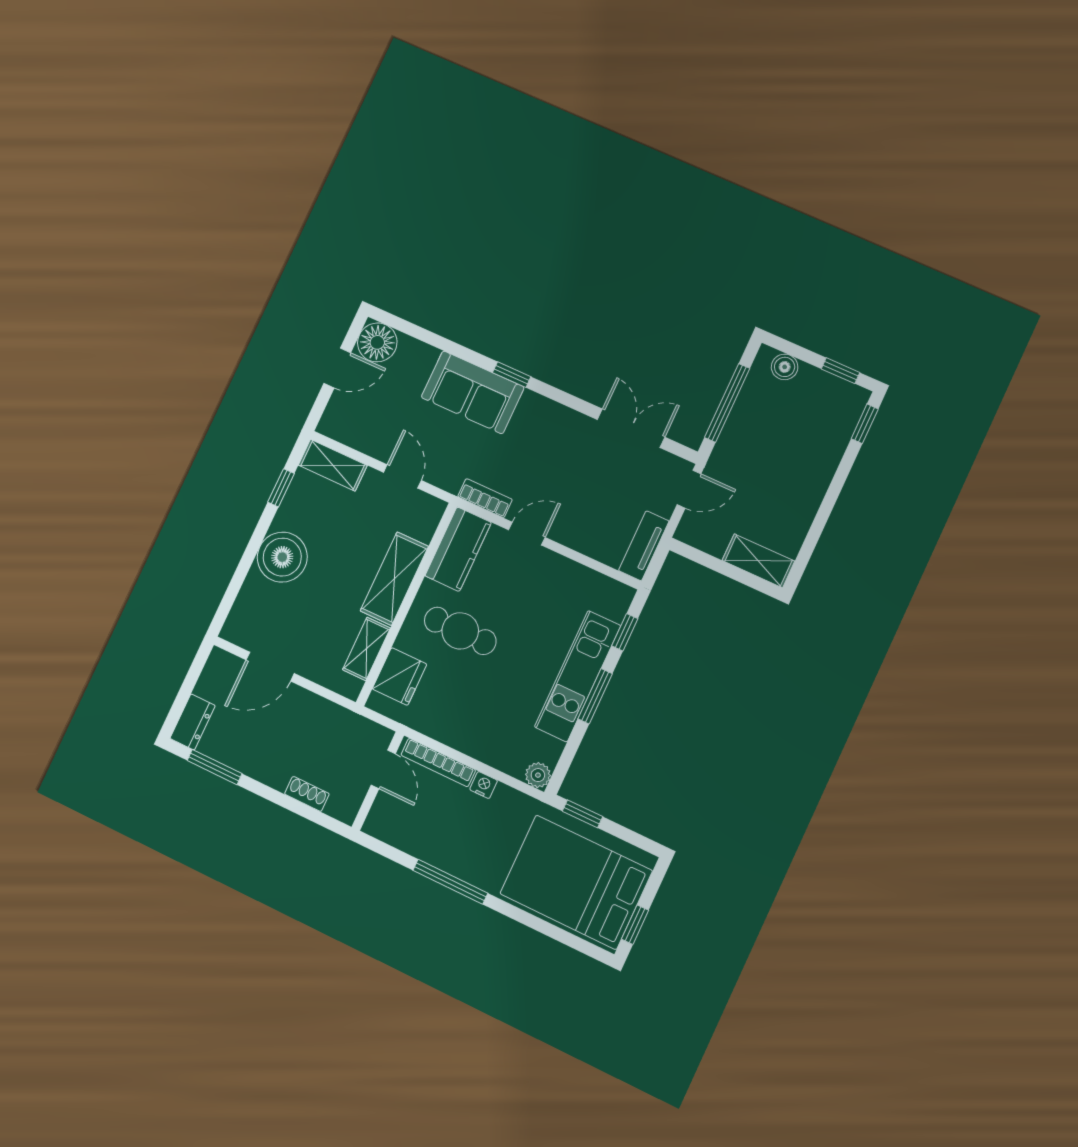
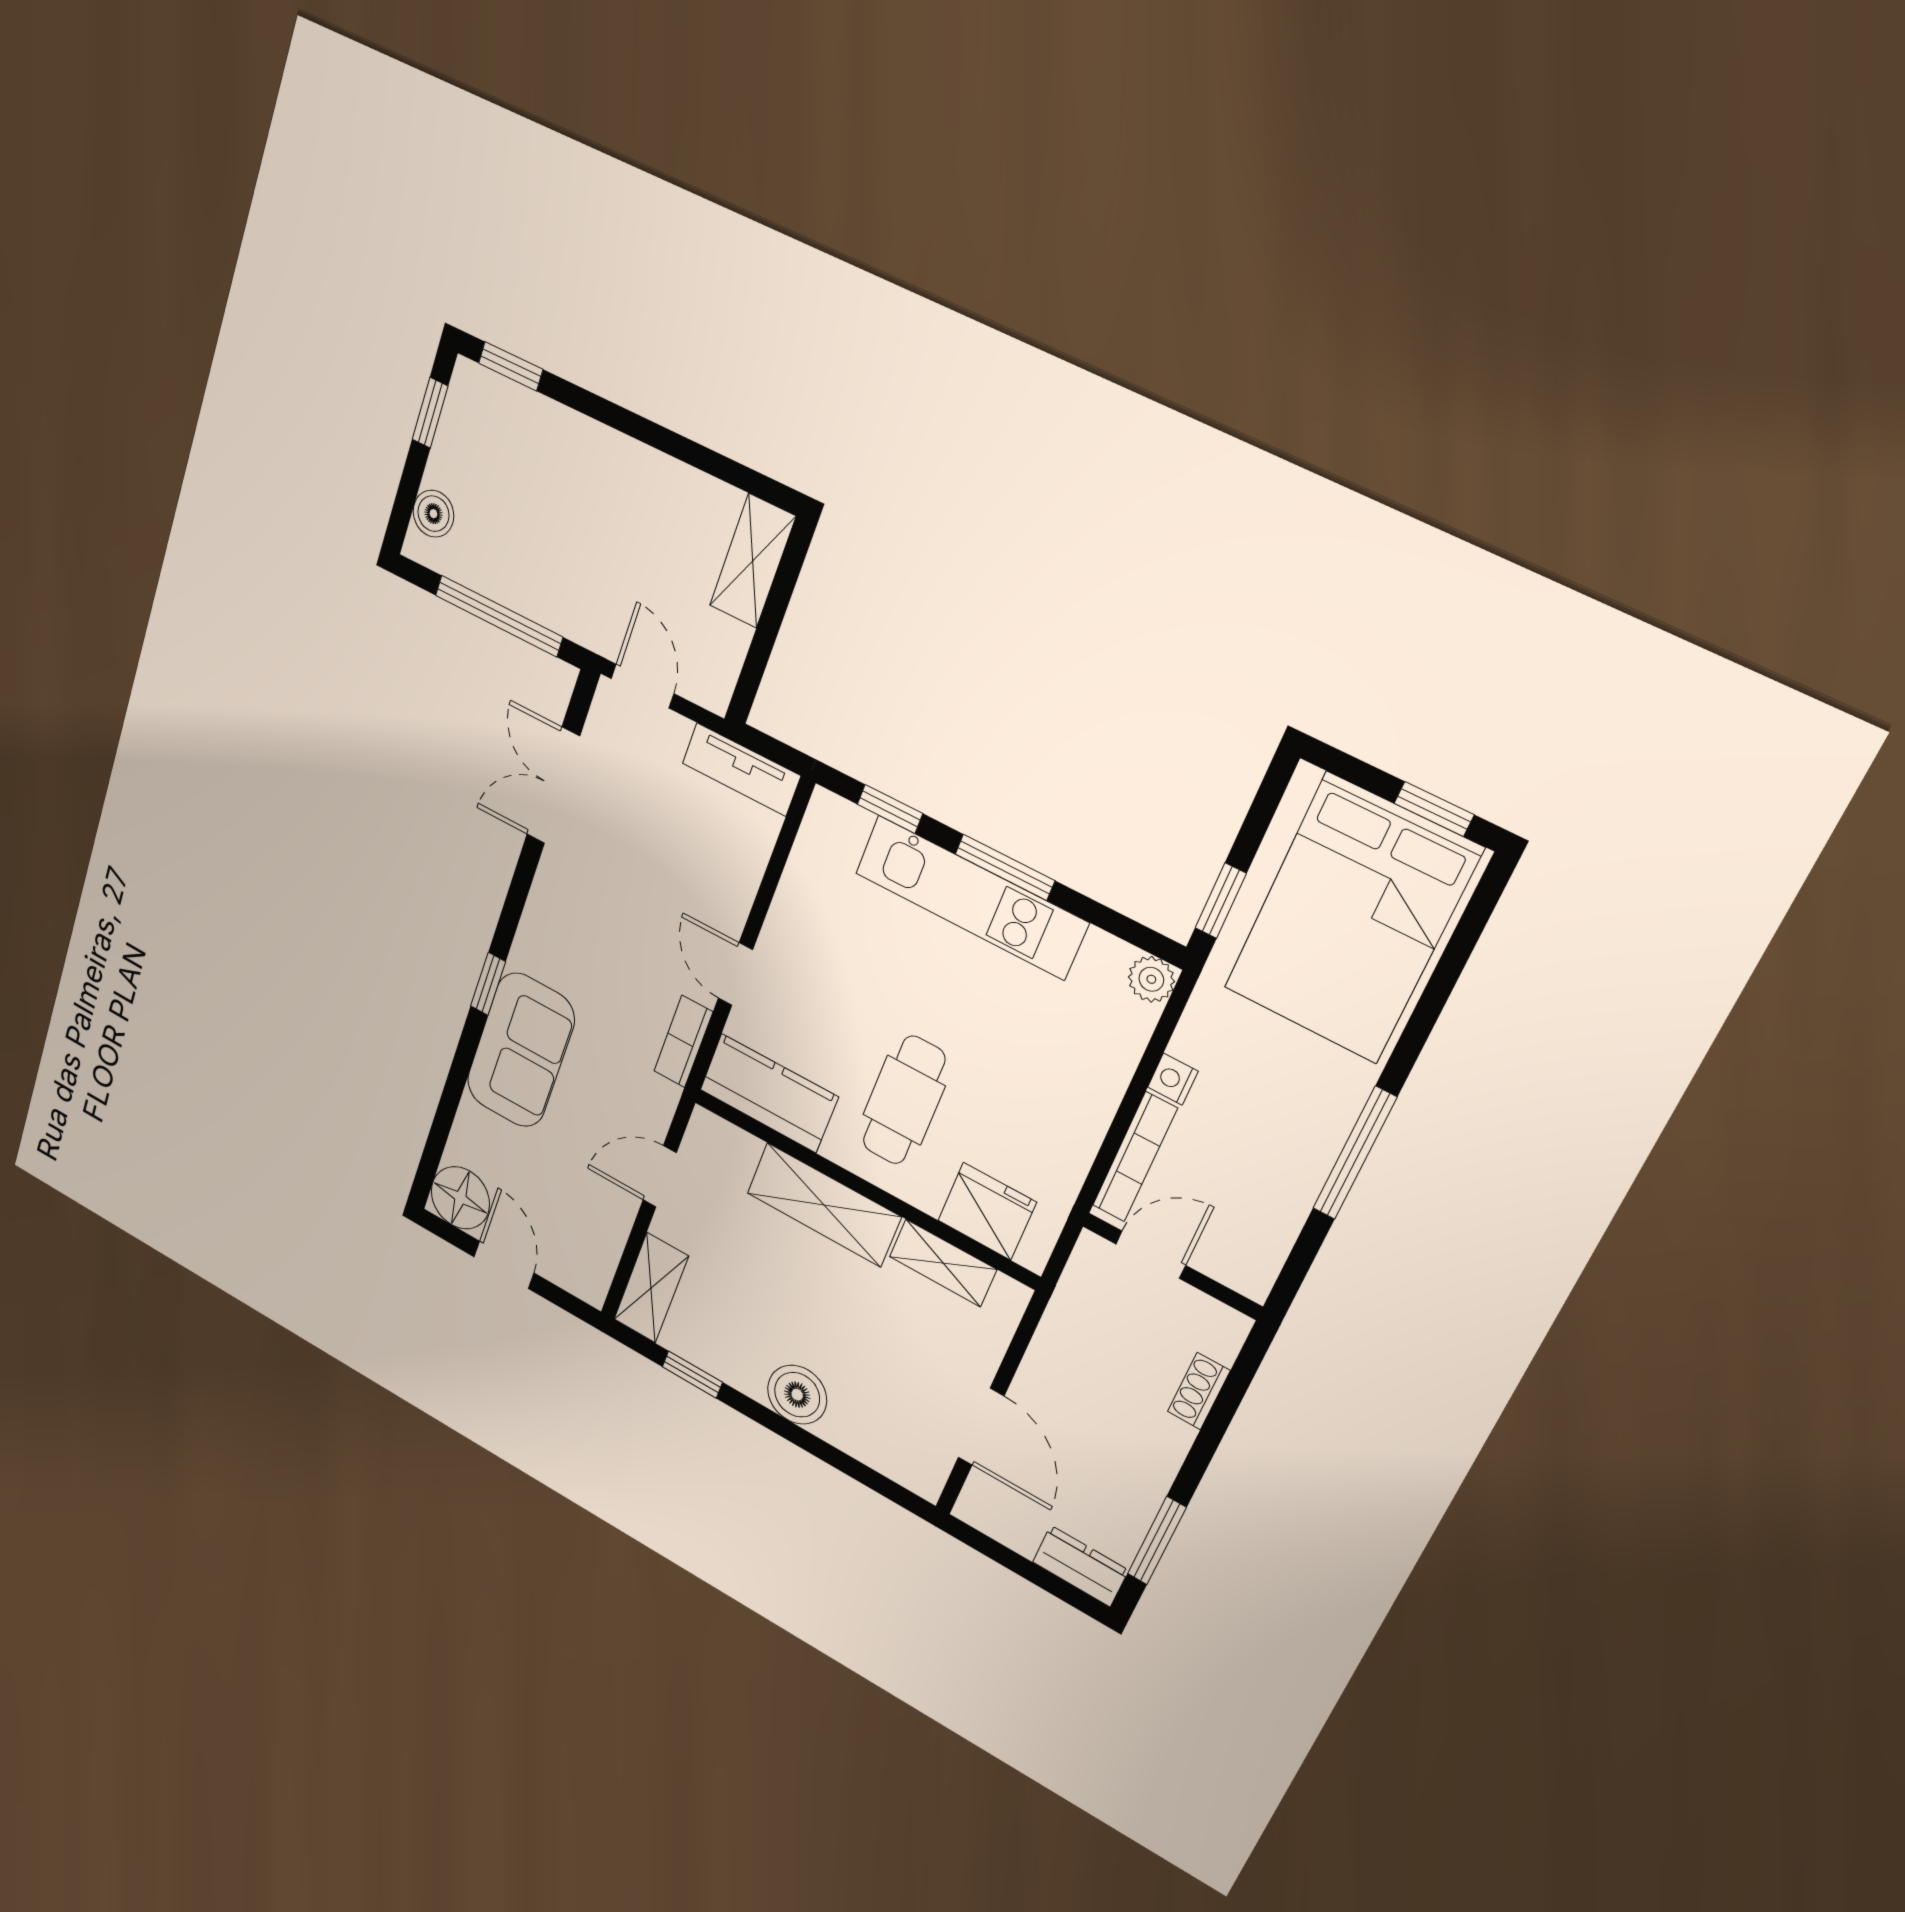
boiler: (282, 557) -> (797, 1395), width x0.73, depth x0.73

